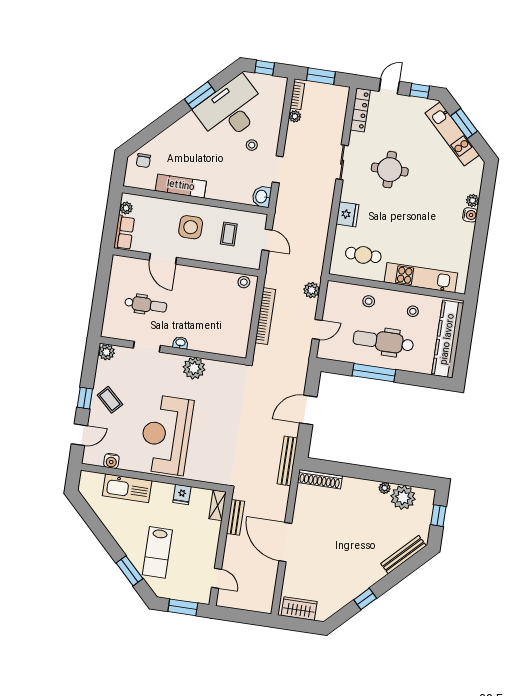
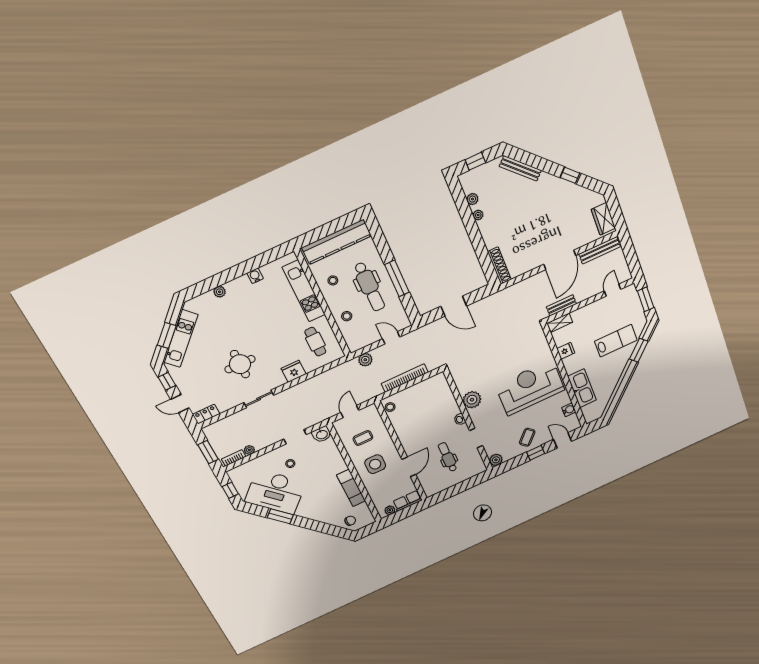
locker: (360, 110) -> (206, 414), width x0.66
water cooler: (470, 215) -> (255, 276), moved
reception desk: (166, 435) -> (530, 388), turned 180
bench: (287, 461) -> (600, 250), moved
plant: (403, 497) -> (472, 199), width x0.53, depth x0.53

